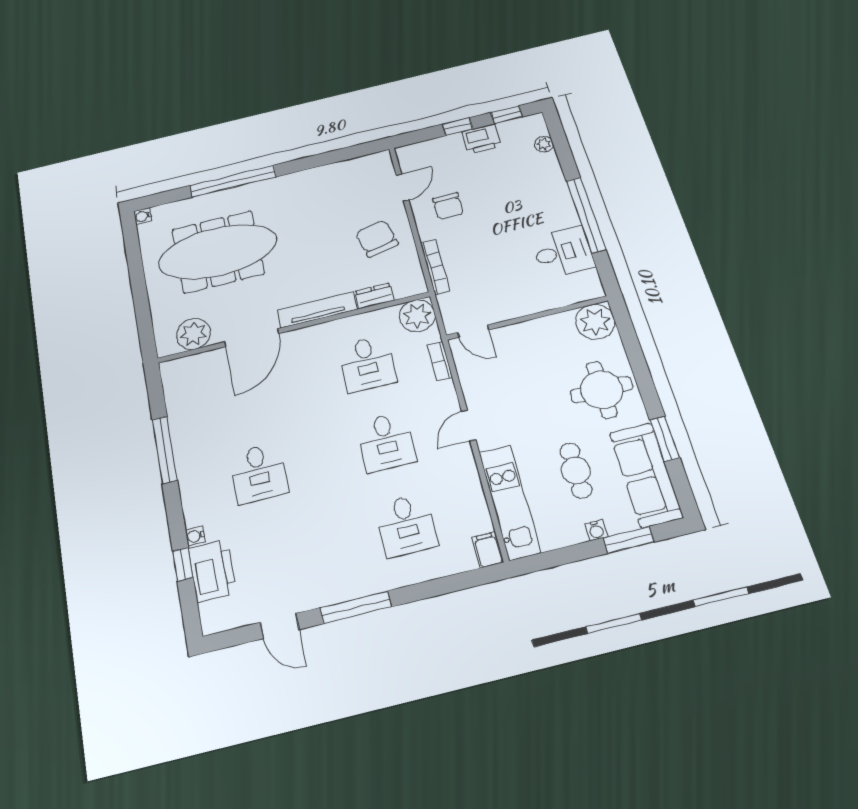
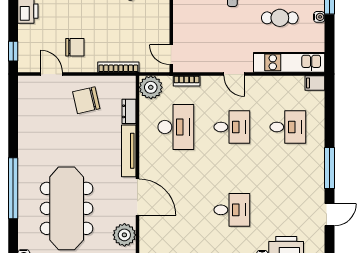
window: (458, 127) -> (13, 51), moved
door: (473, 331) -> (171, 55), swing flipped
desk: (367, 364) -> (176, 127), width x1.37

